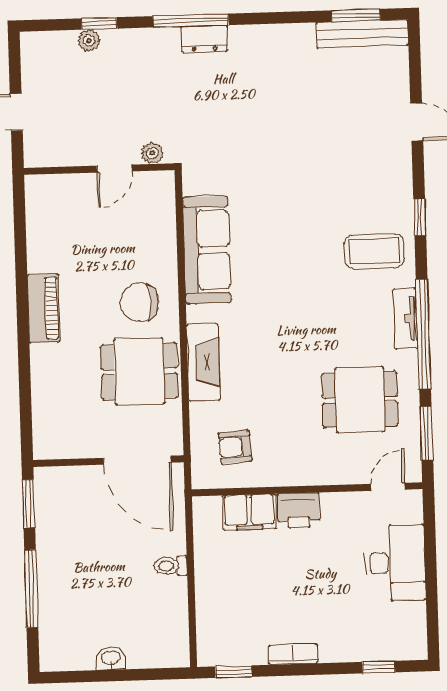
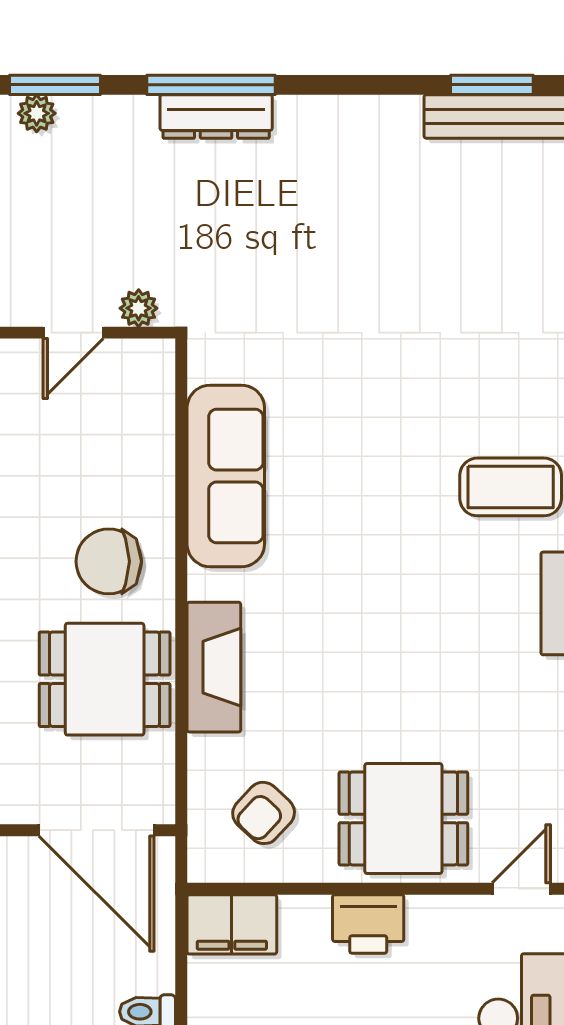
window: (99, 23) -> (55, 85), width x1.50
dresser: (204, 39) -> (216, 116), width x1.44
dining table: (360, 400) -> (403, 818), moved
armchair: (235, 447) -> (264, 813), turned -43
filing cabinet: (249, 512) -> (232, 924), moved

